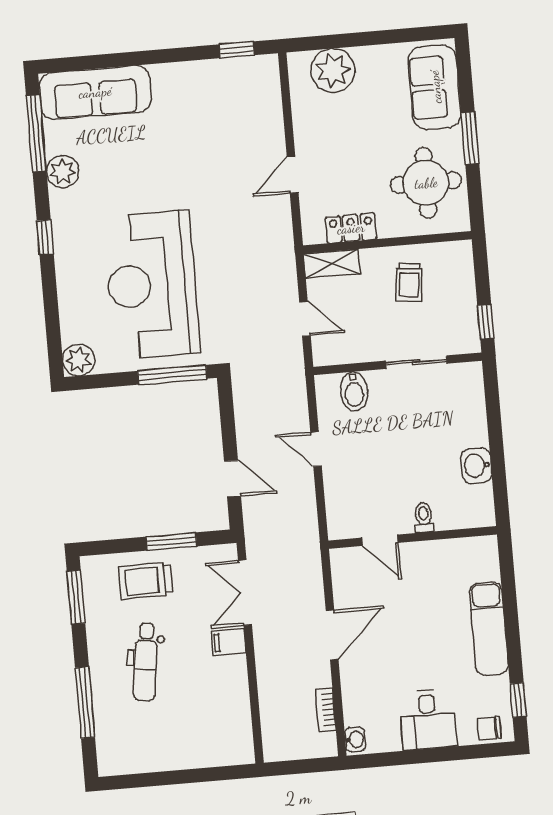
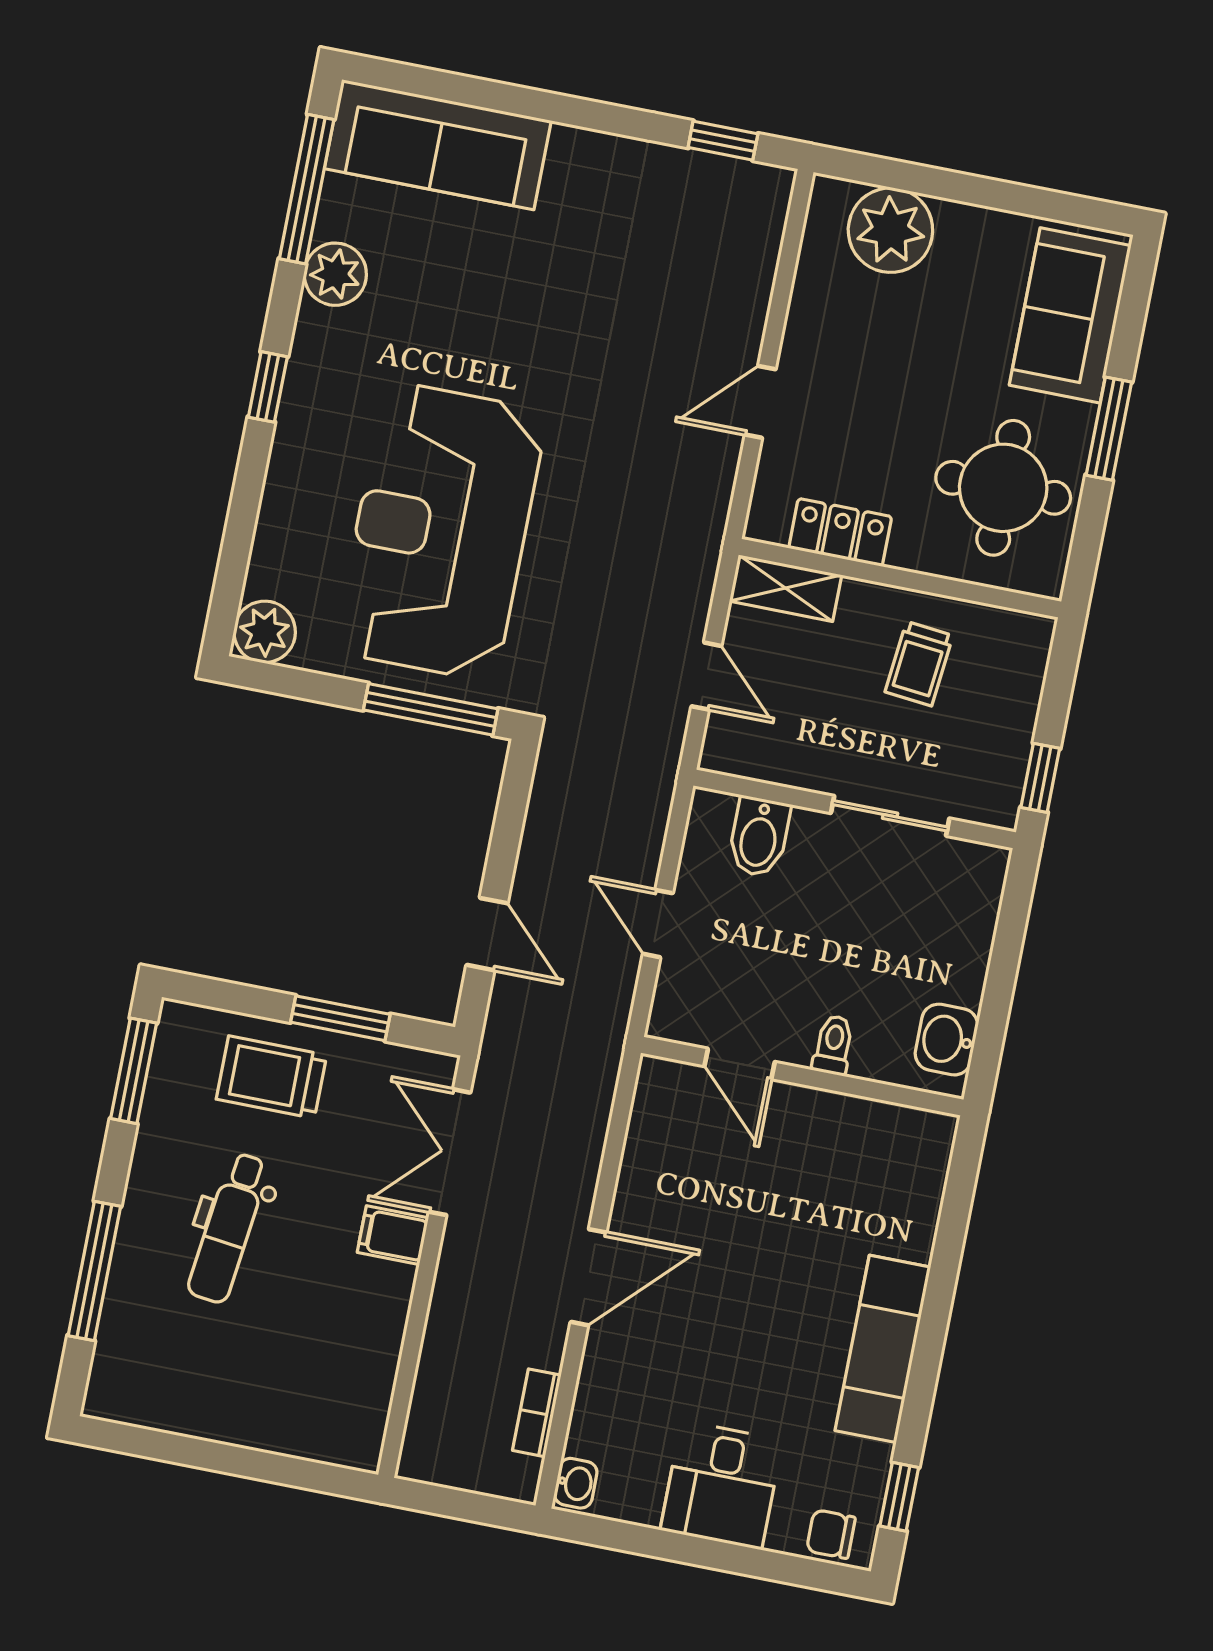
toilet: (424, 518) -> (833, 1045), moved
wall: (413, 537) -> (802, 1076), moved
door: (380, 540) -> (740, 1064), moved

